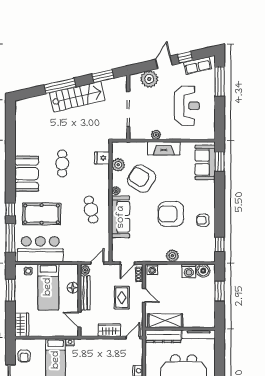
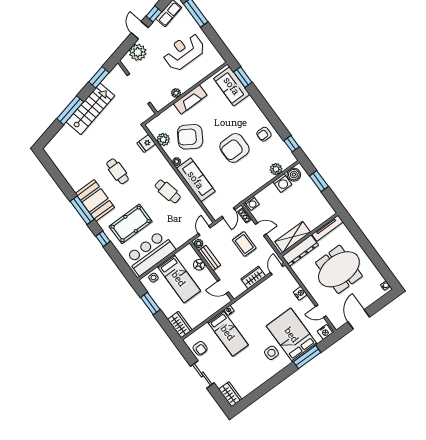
reception desk: (187, 106) -> (184, 52), turned -90
window: (10, 238) -> (82, 210), moved
plant: (172, 256) -> (276, 169), moved
bench: (85, 293) -> (209, 258), width x0.73

